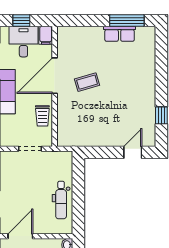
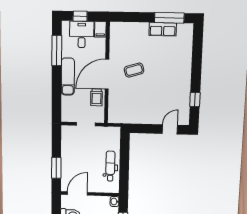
door: (55, 76) -> (107, 74), moved
dental chair: (61, 200) -> (110, 166), turned 180

